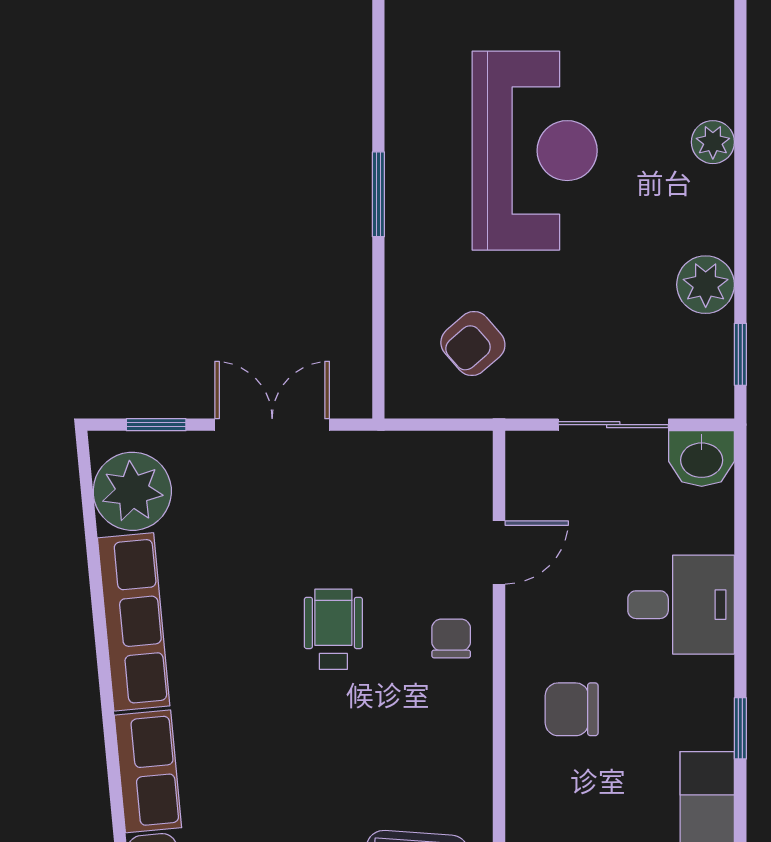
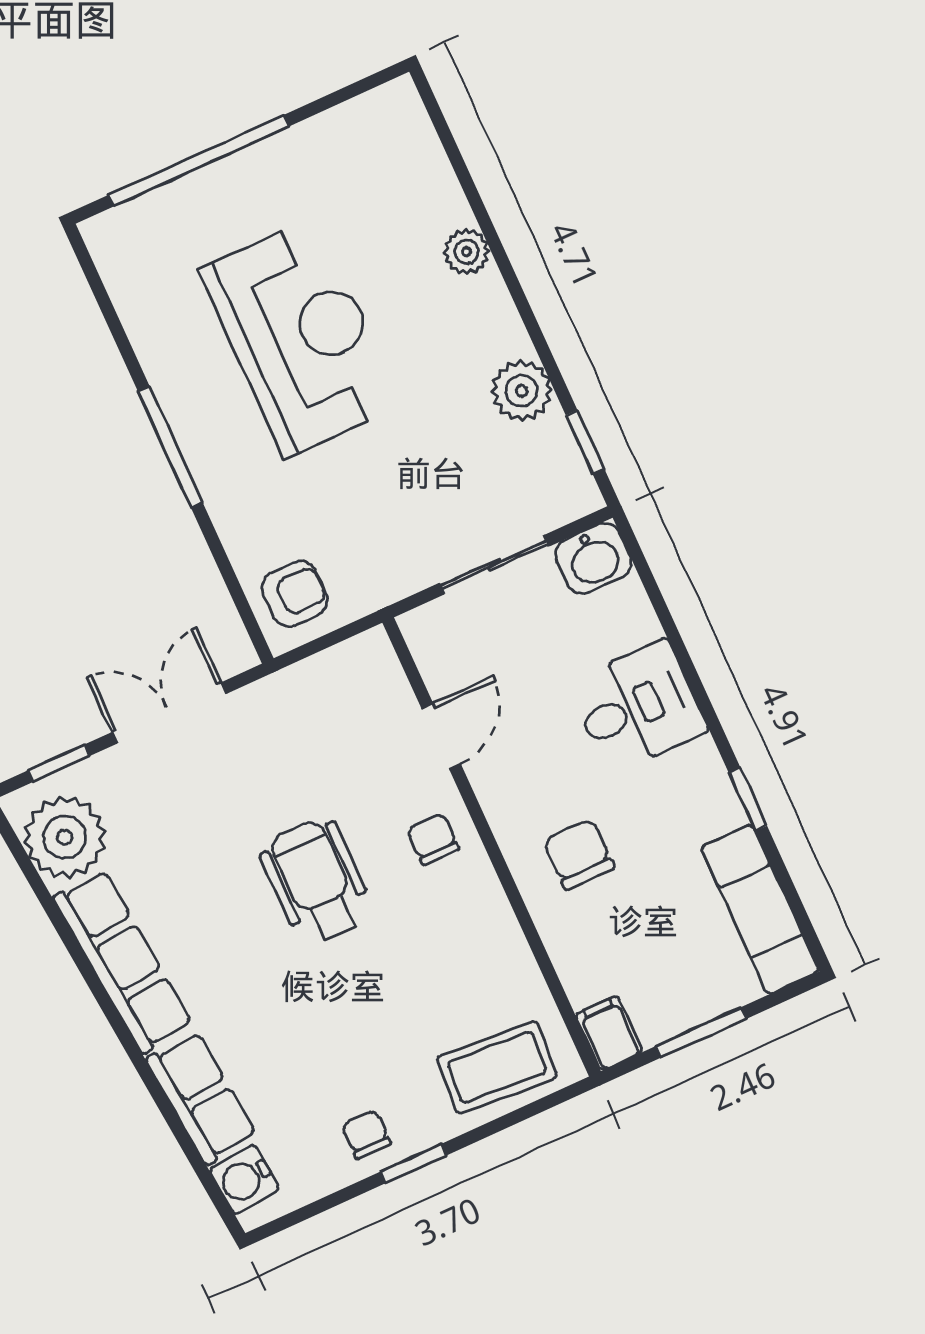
window: (378, 194) -> (170, 447), width x1.44
armchair: (473, 344) -> (295, 594), moved, turned -139
wheelchair: (333, 629) -> (316, 882), width x1.36, depth x1.37
chair: (572, 709) -> (579, 854), turned 90

